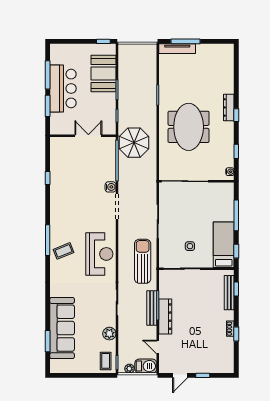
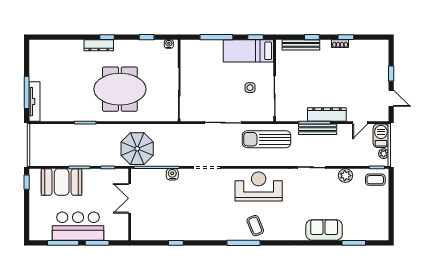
water cooler: (111, 187) -> (172, 174), moved
window: (236, 289) -> (312, 37), moved
sofa: (62, 328) -> (324, 230), width x0.54, depth x0.79

